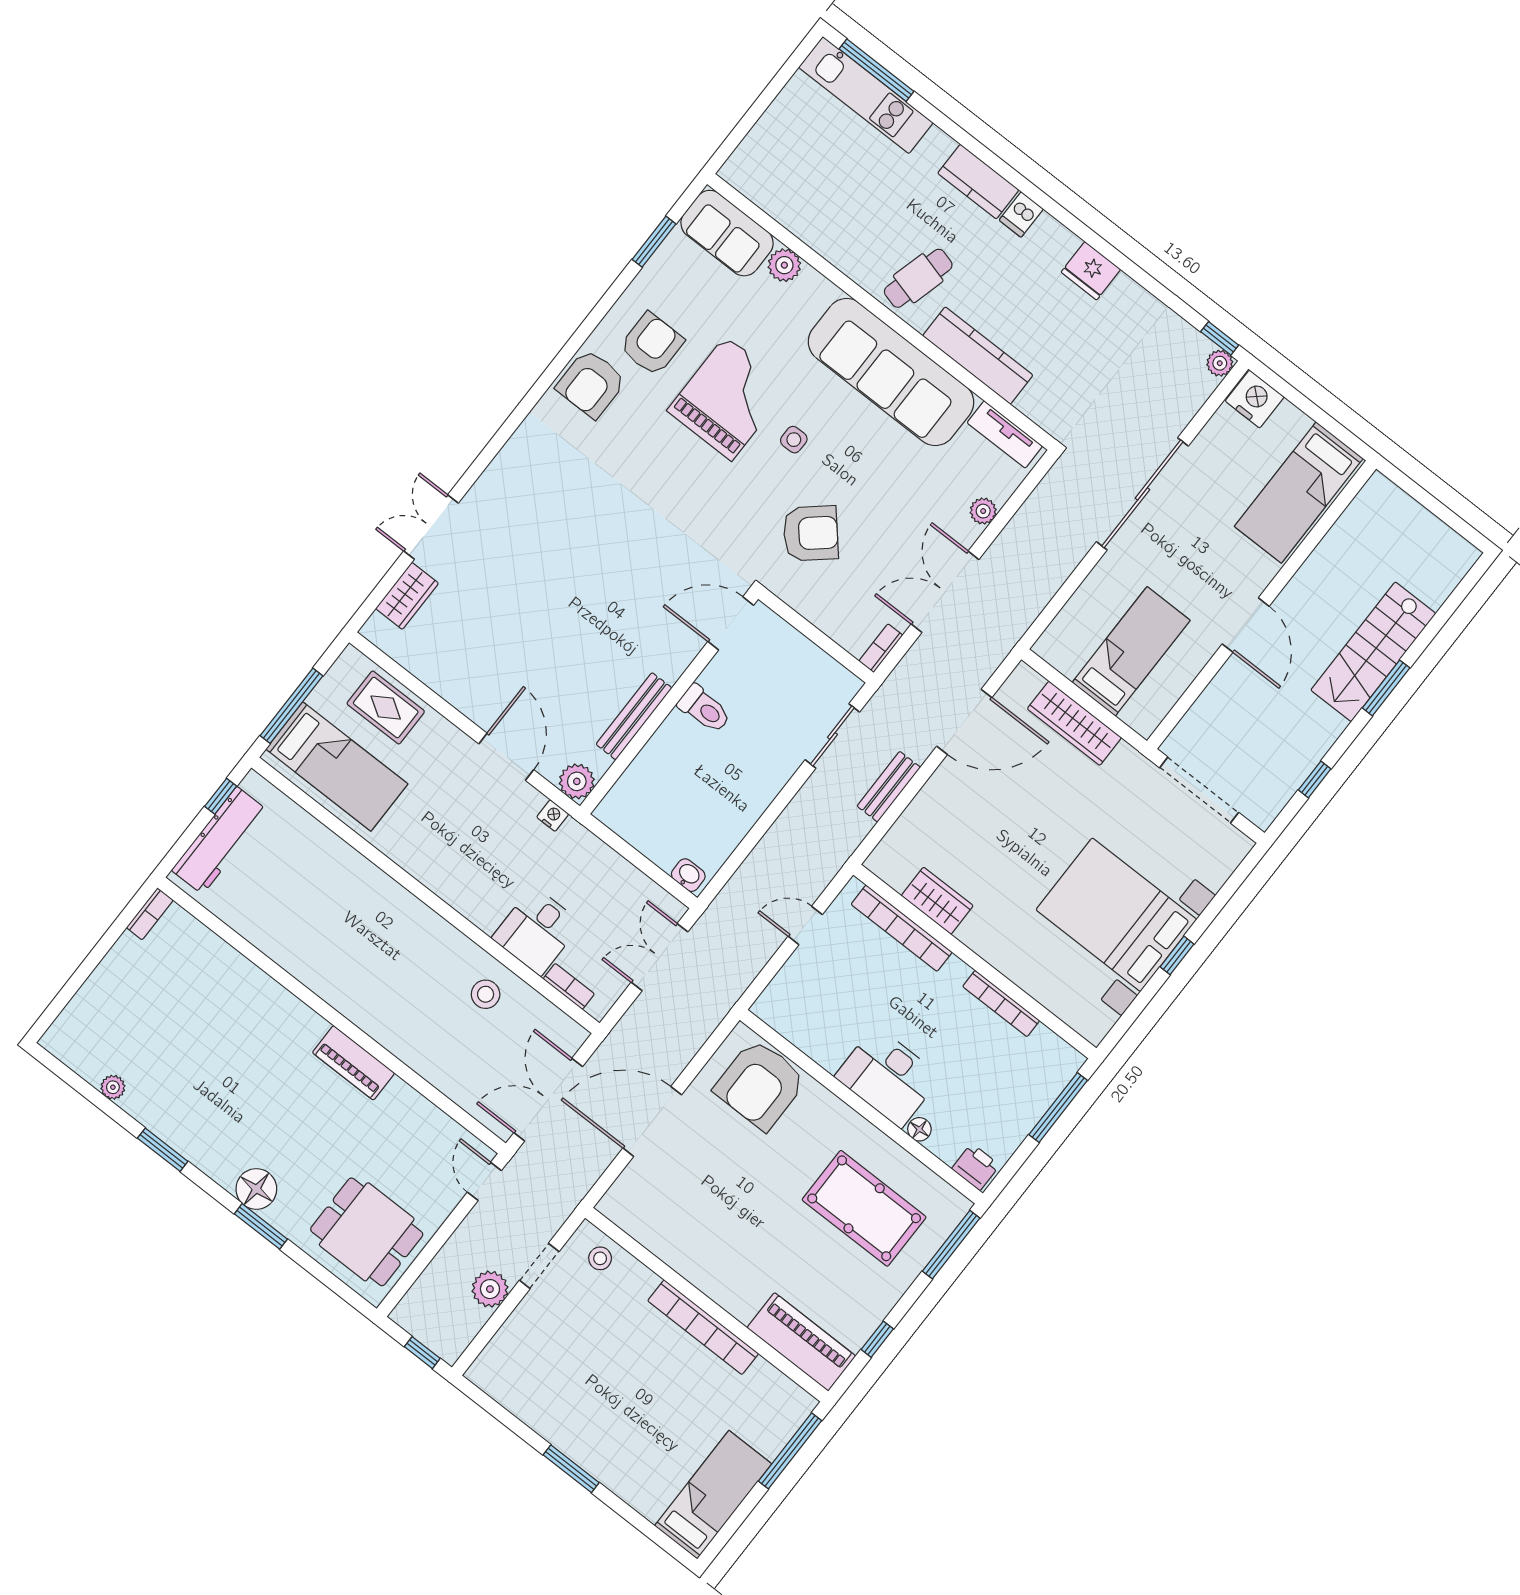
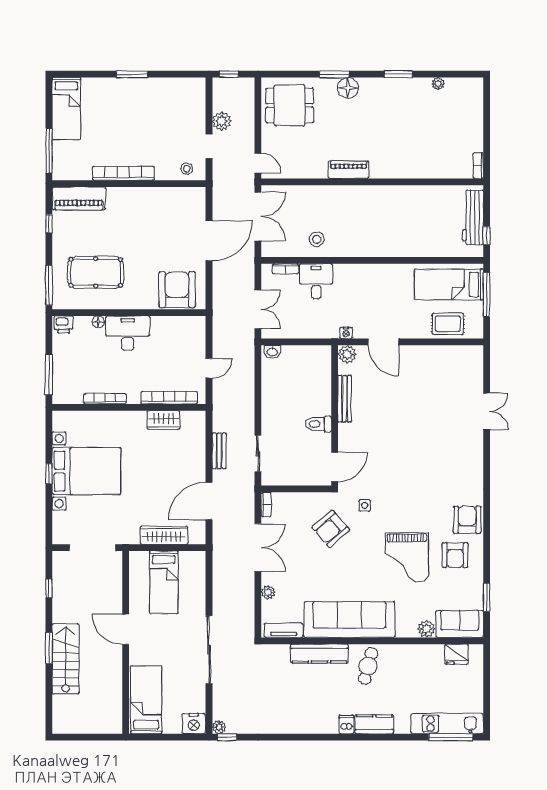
fridge: (1091, 271) -> (456, 654), moved, turned 180
side table: (794, 440) -> (364, 505), moved
wardrobe: (407, 596) -> (474, 376), removed

